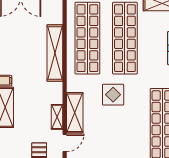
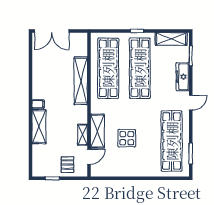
display table: (113, 95) -> (127, 138), moved

